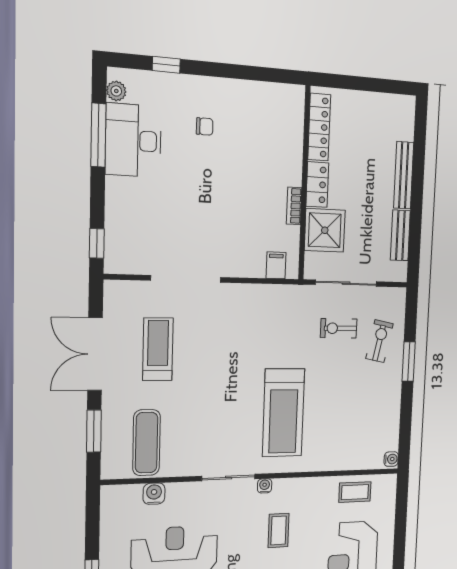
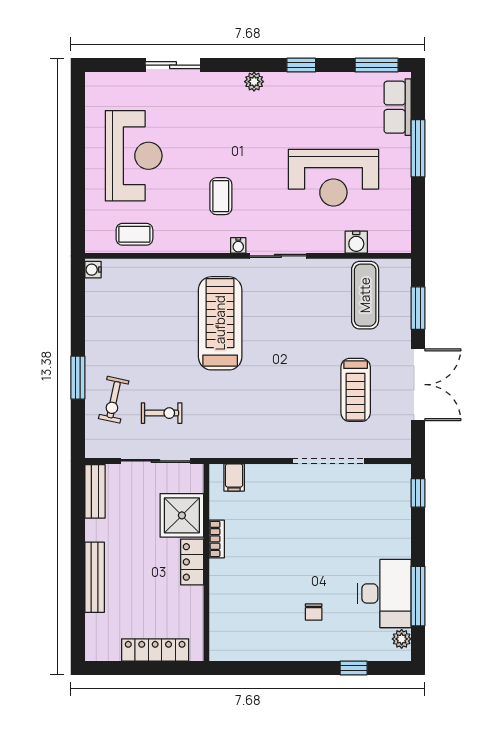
chair: (205, 126) -> (314, 612), turned -90
locker: (319, 127) -> (155, 650), moved, turned 90
bench: (400, 235) -> (95, 491), moved

